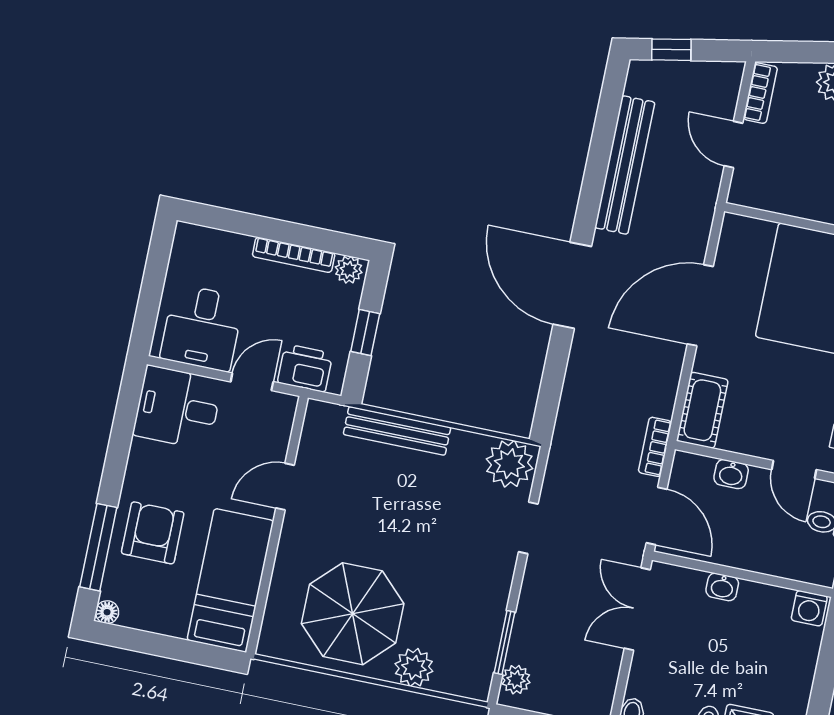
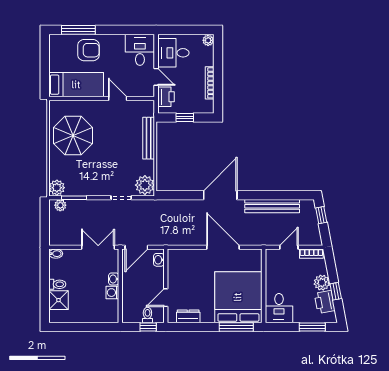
plant: (349, 270) -> (208, 40), moved
cot: (702, 410) -> (182, 257), removed
bookcase: (655, 447) -> (163, 241), removed
washbasin: (731, 474) -> (159, 260), moved
washing machine: (809, 608) -> (112, 293), moved
floor lamp: (107, 612) -> (54, 39), removed
plant: (414, 668) -> (57, 188), moved

